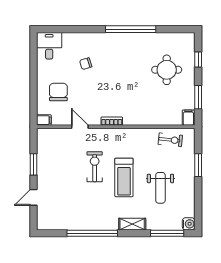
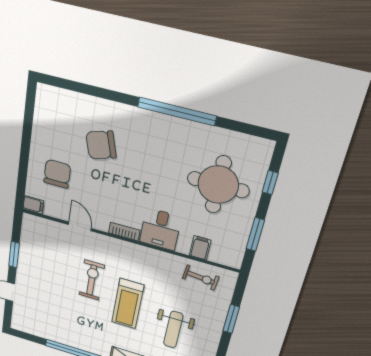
desk: (49, 46) -> (160, 229), moved, turned 180
chair: (86, 64) -> (101, 145), width x1.87, depth x1.87
round table: (167, 70) -> (218, 185), width x1.36, depth x1.36
filing cabinet: (188, 118) -> (200, 248), moved

